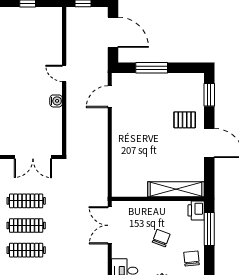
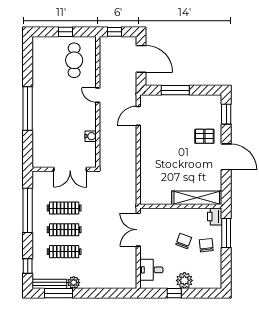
cafe table: (37, 34) -> (74, 60), added
water cooler: (56, 101) -> (91, 136), moved
chair: (191, 259) -> (206, 245), moved

